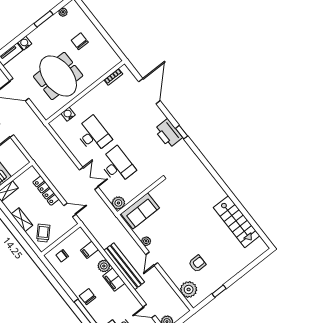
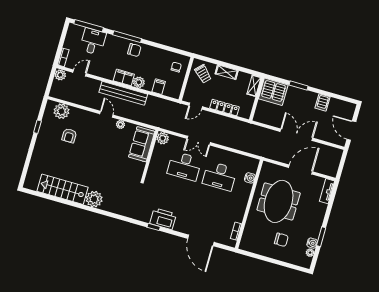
water cooler: (25, 43) -> (312, 243), moved
meeting table: (58, 76) -> (279, 201), turned 90
plant: (216, 193) -> (94, 199), added

